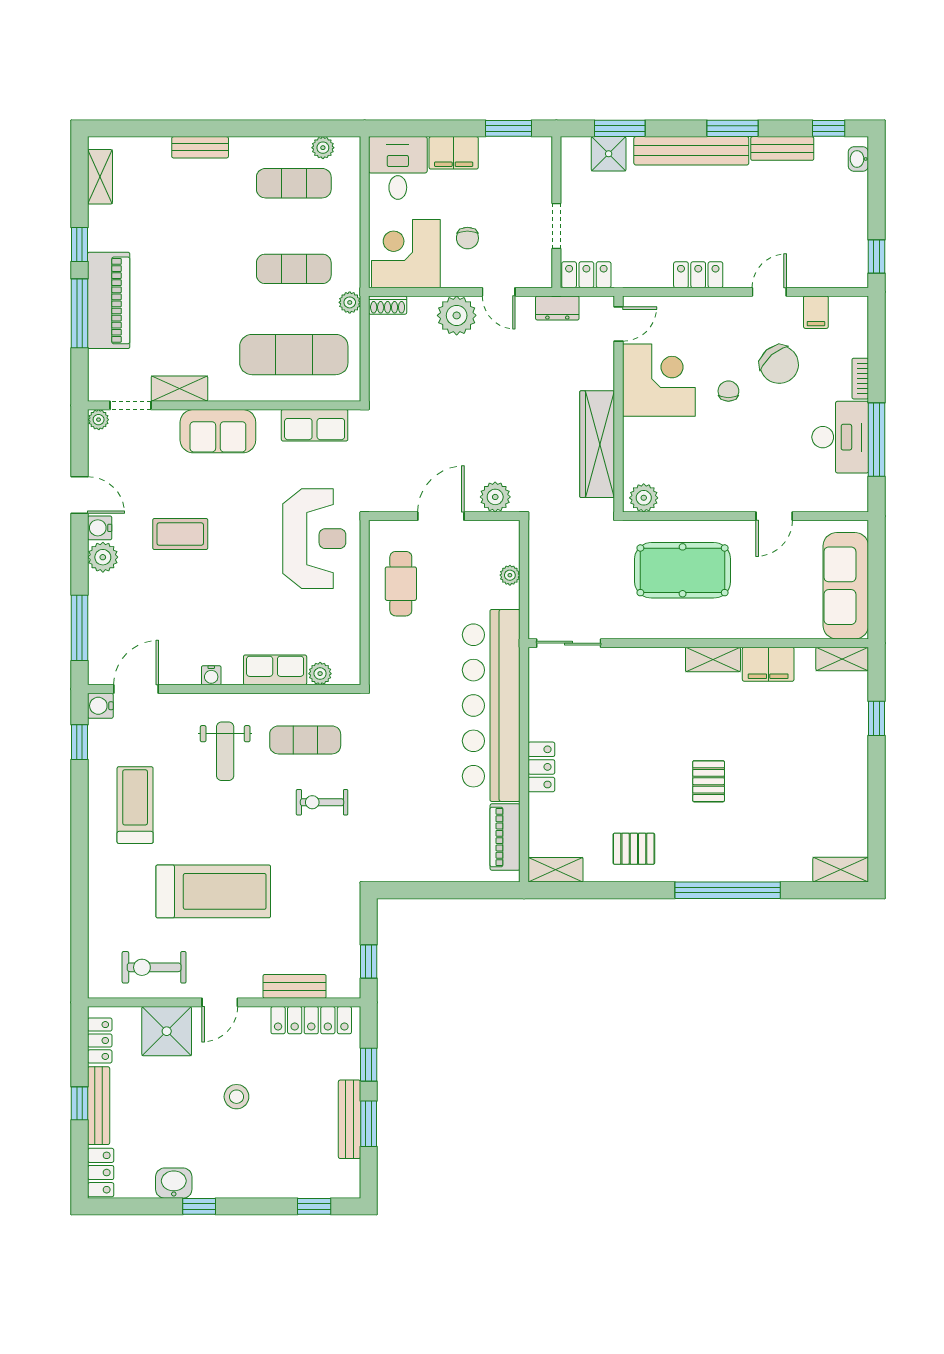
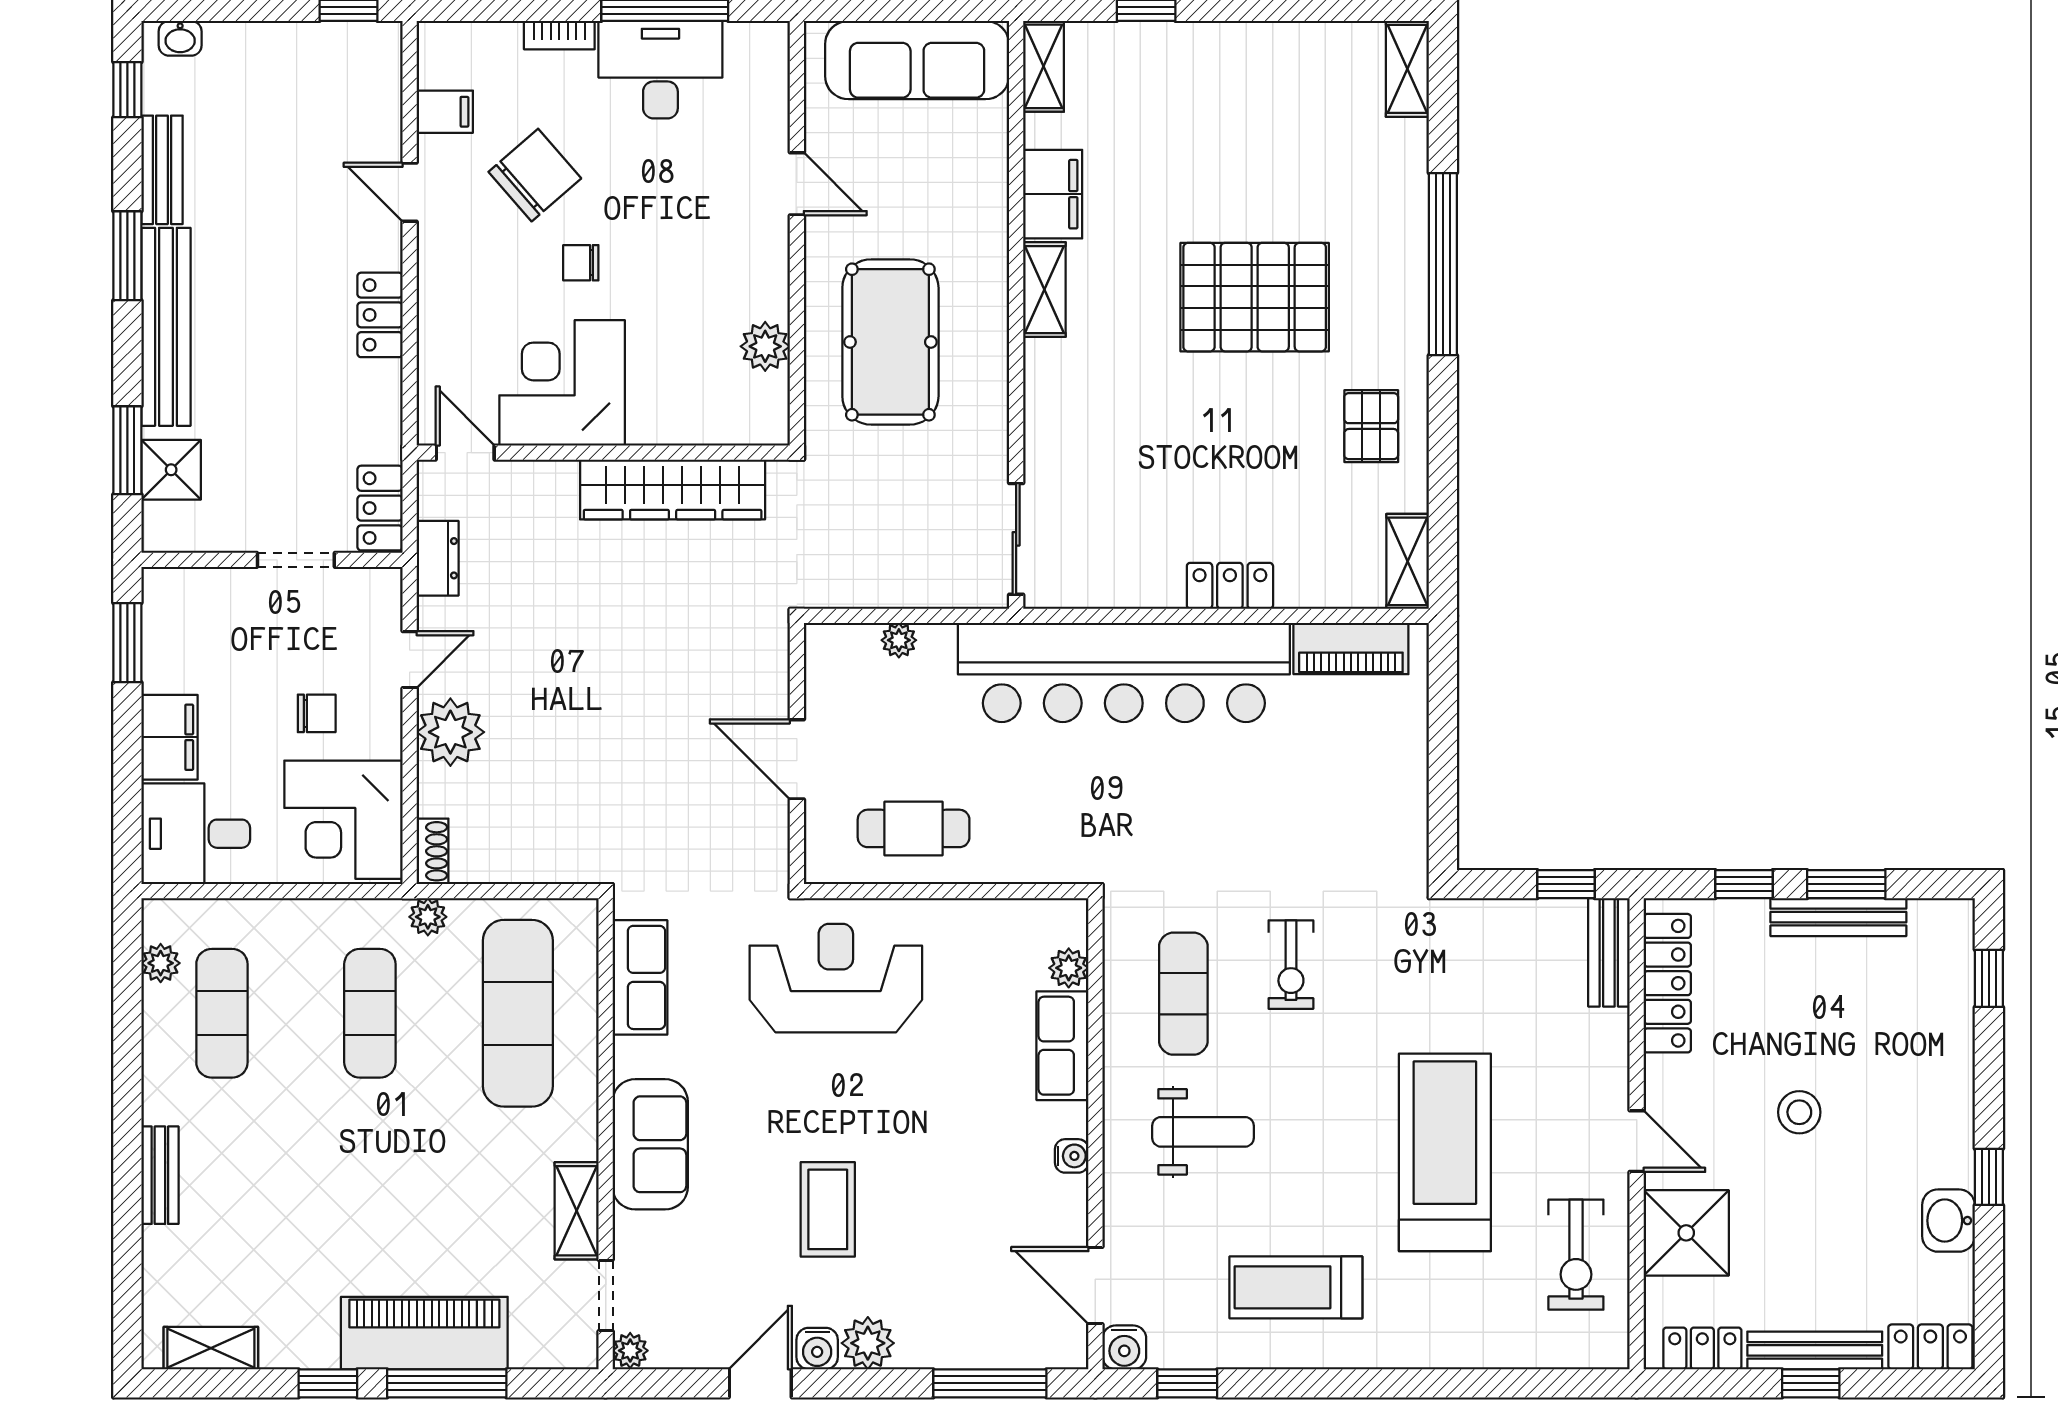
plant: (495, 497) -> (764, 666), removed
plant: (644, 498) -> (765, 346), moved
pallet: (709, 781) -> (1255, 297), width x2.05, depth x2.00
bench: (295, 986) -> (1609, 952), moved

